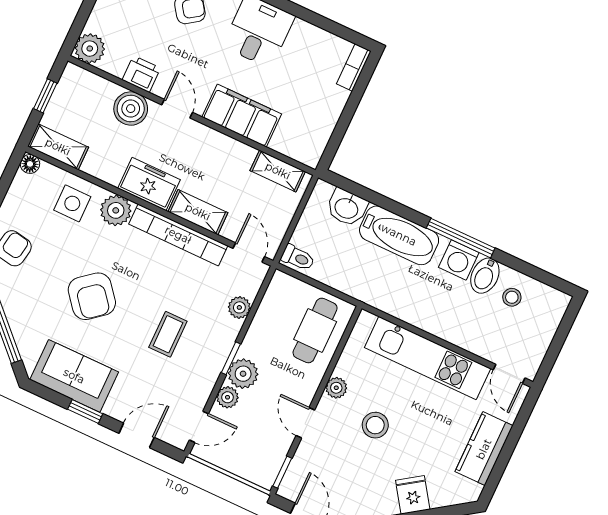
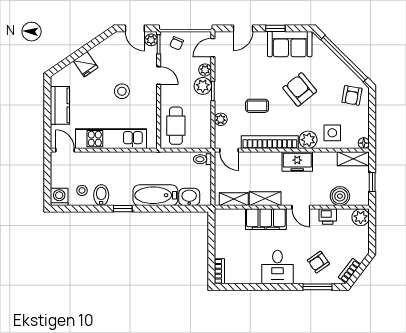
boiler: (131, 109) -> (340, 196), moved
shelving: (198, 212) -> (265, 199), moved
window: (461, 238) -> (123, 209), width x0.46
washing machine: (459, 260) -> (59, 197), moved
coffee table: (168, 334) -> (257, 106), moved, turned 90
plant: (336, 388) -> (151, 40), moved
chair: (253, 461) -> (177, 43), added

